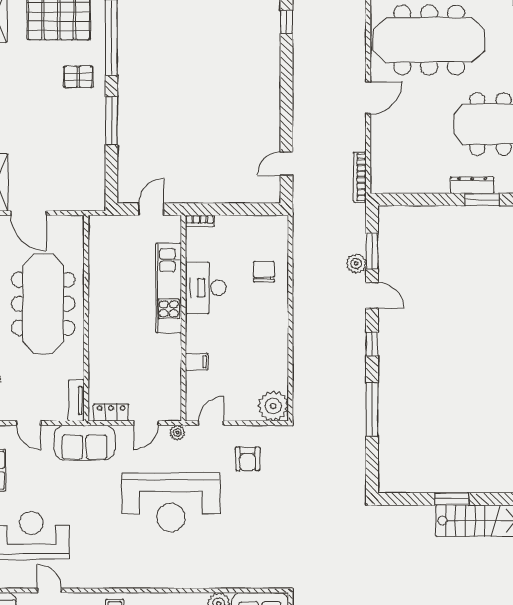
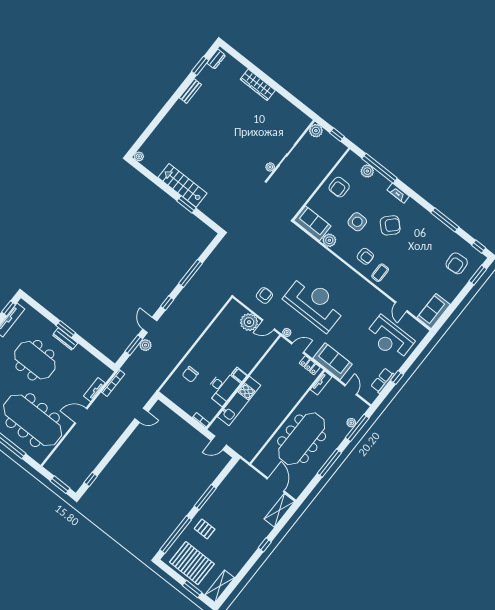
tv unit: (378, 148) -> (94, 390), added
filing cabinet: (197, 362) -> (239, 375), moved
plant: (273, 406) -> (249, 322), moved

